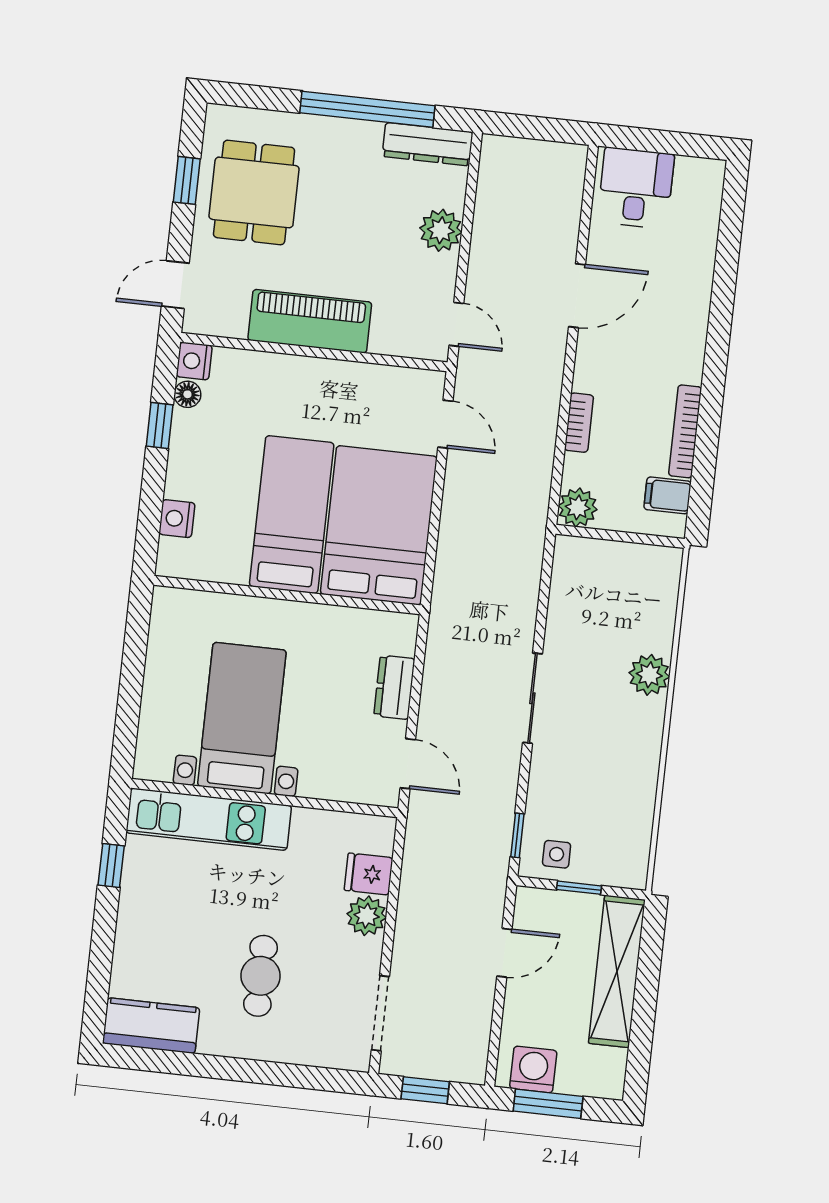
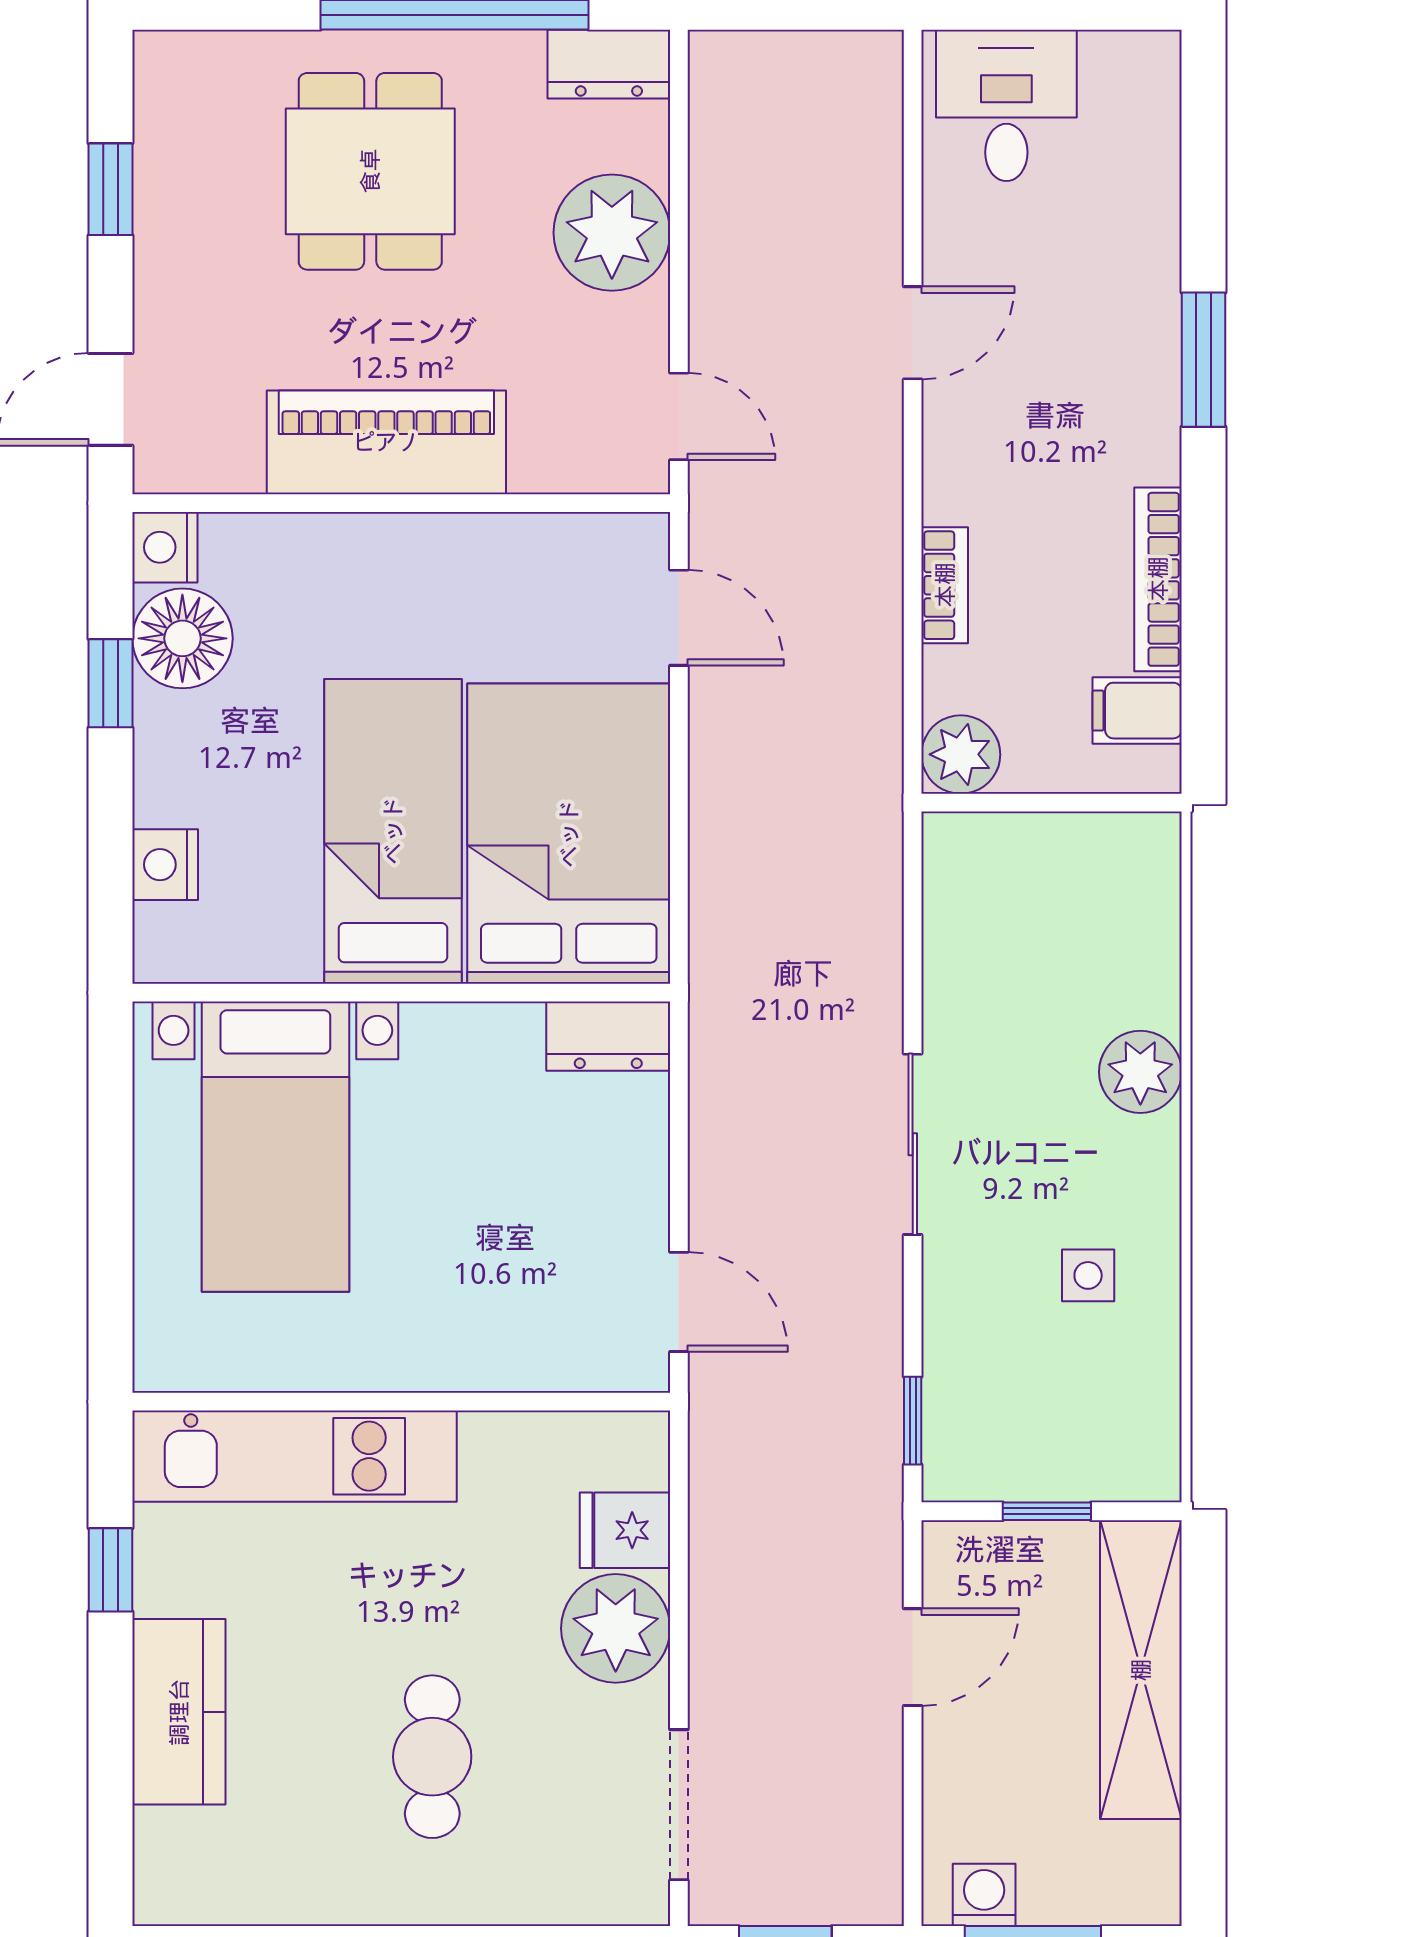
dresser: (428, 144) -> (609, 64), width x0.70
dining table: (254, 192) -> (370, 171), moved
plant: (441, 230) -> (612, 233), width x1.36, depth x1.36
door: (577, 296) -> (913, 333), width x0.73
window: (720, 325) -> (1203, 360), added
floor lamp: (187, 394) -> (182, 638), width x1.89, depth x1.89
dresser: (394, 687) -> (608, 1036), moved, turned -90
bed with nightstands: (242, 718) -> (275, 1147), moved, turned 180
side table: (557, 854) -> (1088, 1275), moved
plant: (367, 916) -> (616, 1628), width x1.36, depth x1.36
kitchen counter: (151, 1026) -> (179, 1712), moved, turned 90
washing machine: (533, 1069) -> (984, 1895), width x0.73, depth x0.73

